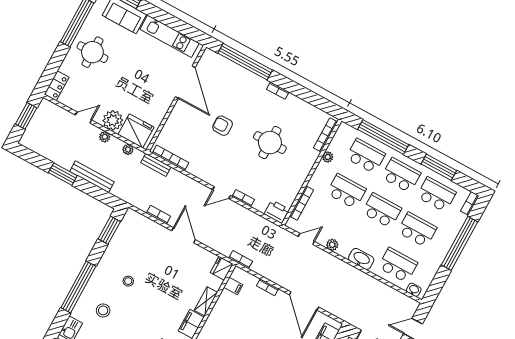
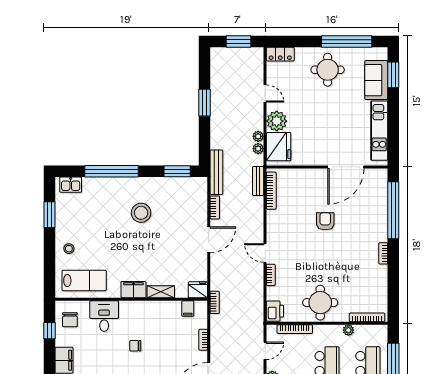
plant: (105, 137) -> (258, 136), moved
round table: (270, 143) -> (320, 303), moved
bench: (92, 177) -> (216, 172), moved
door: (306, 239) -> (265, 351), hinge flipped
stool: (128, 281) -> (141, 213), width x1.89, depth x1.89
stool: (103, 310) -> (103, 205), removed

